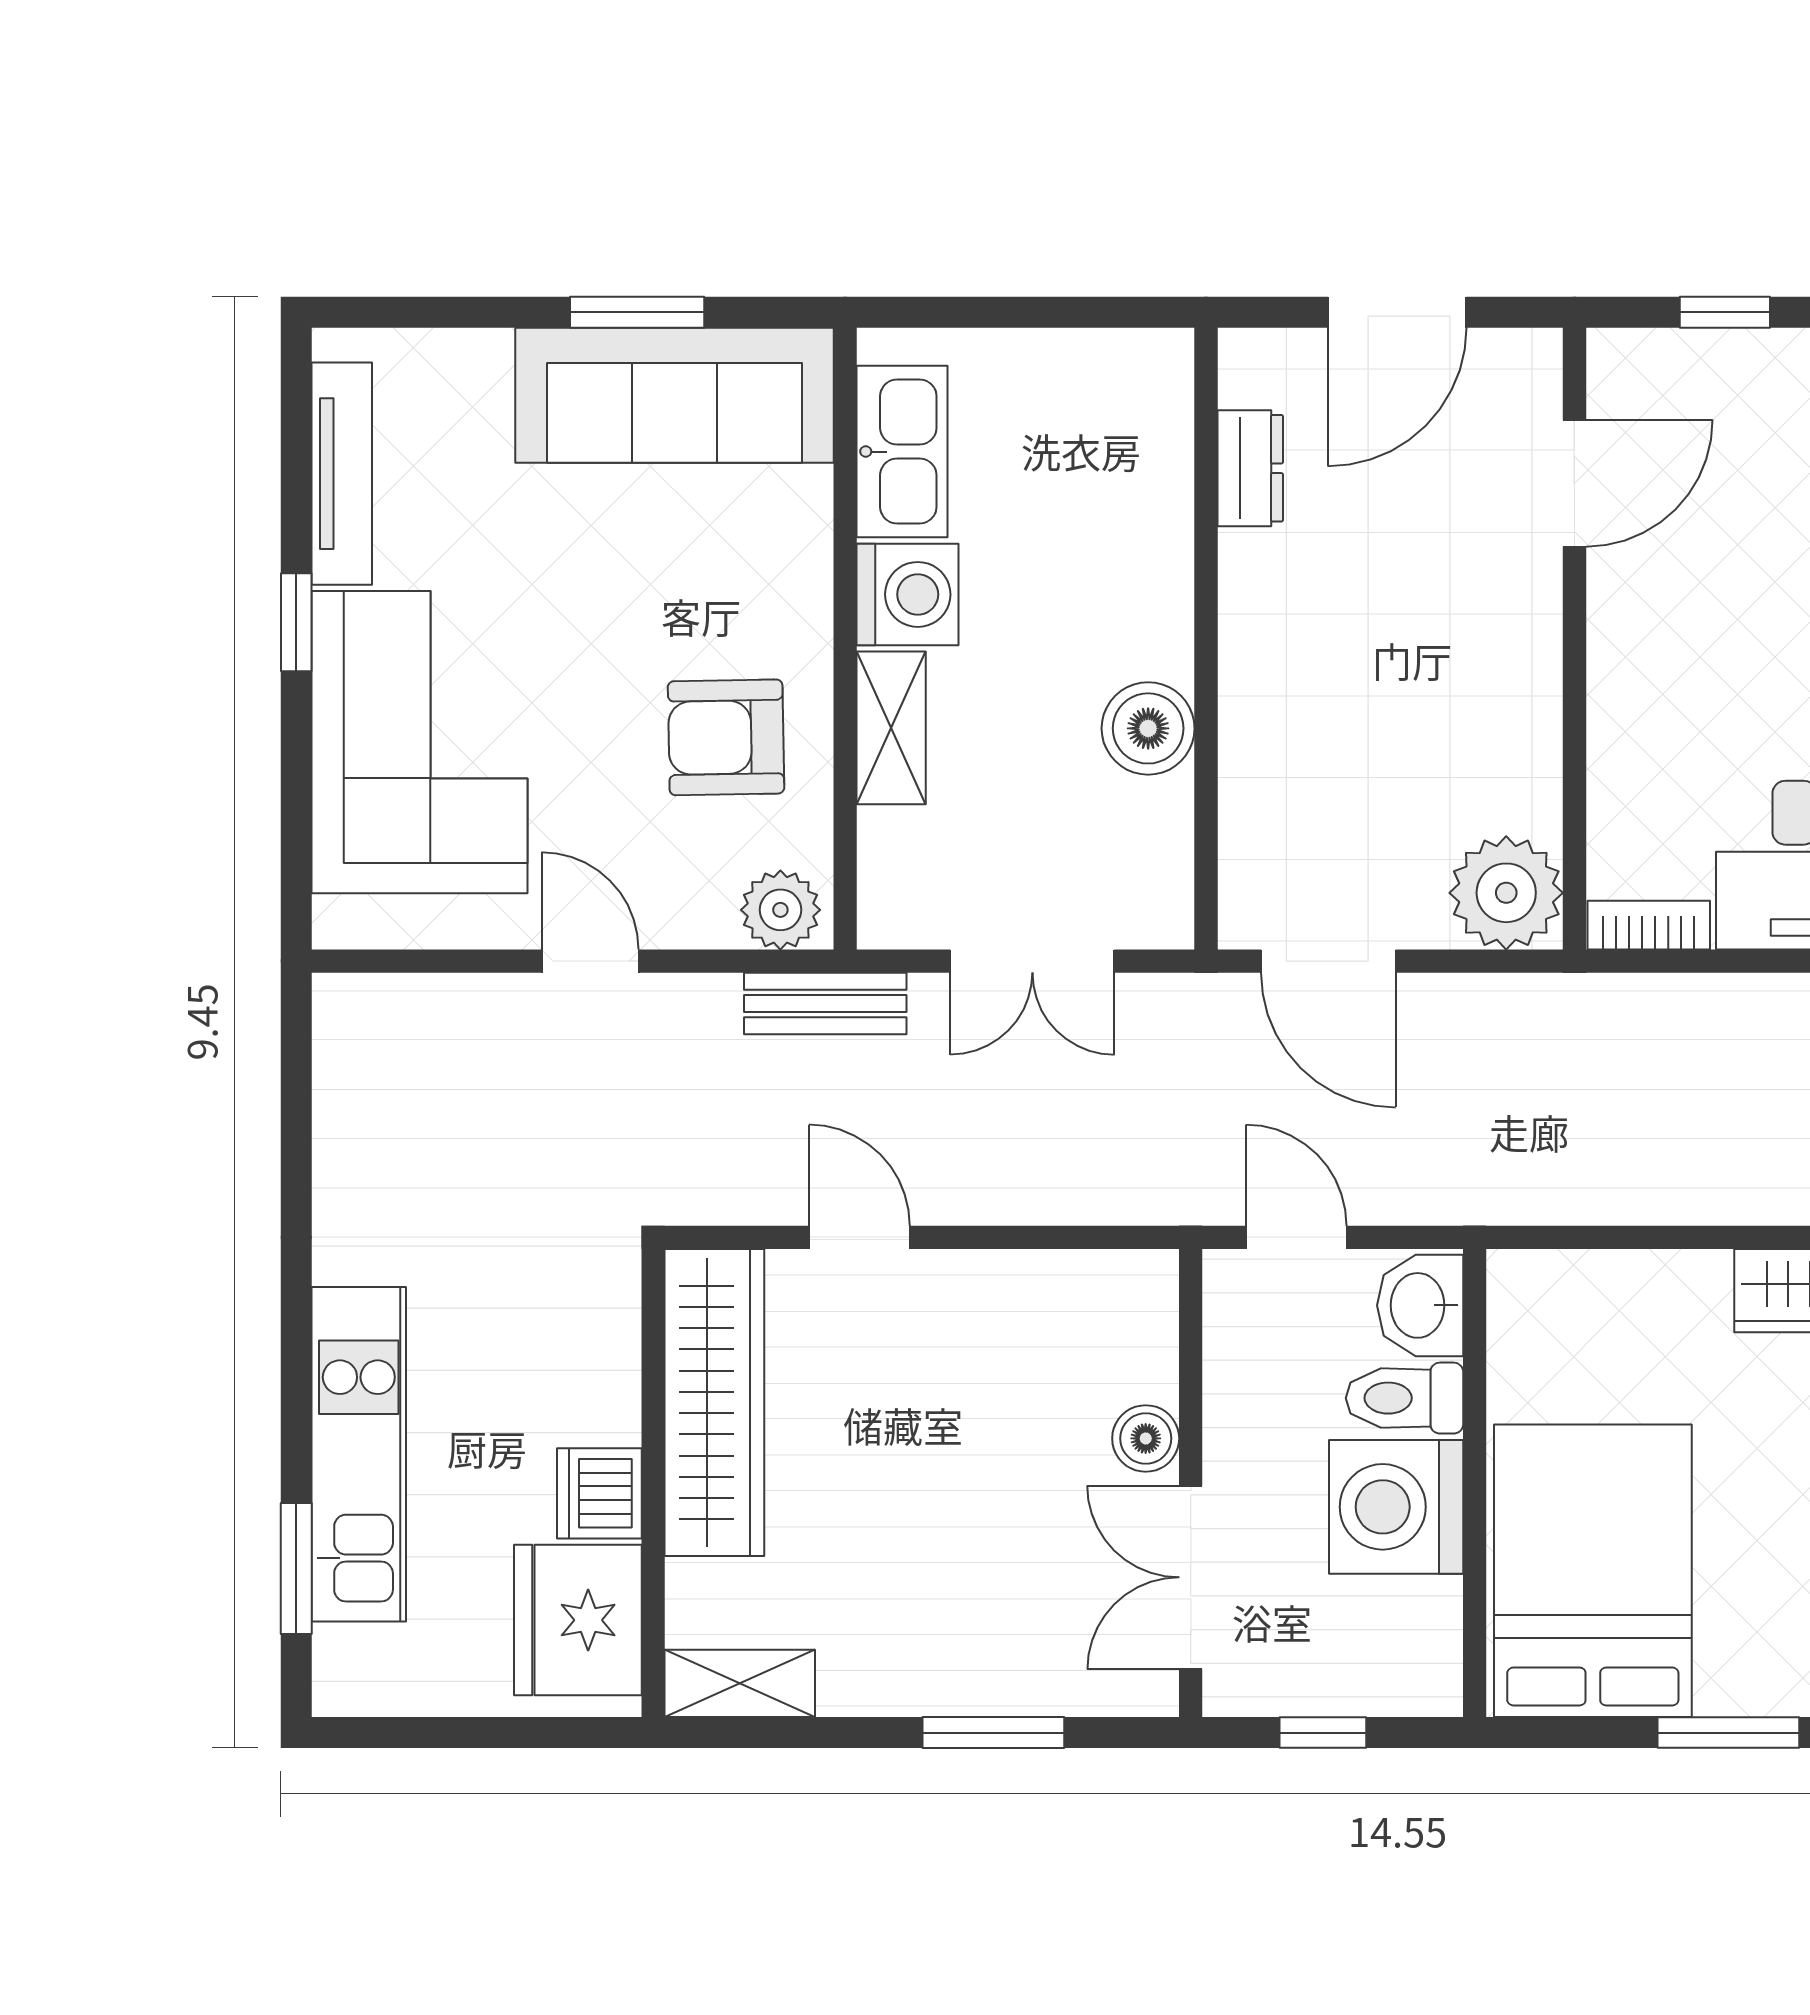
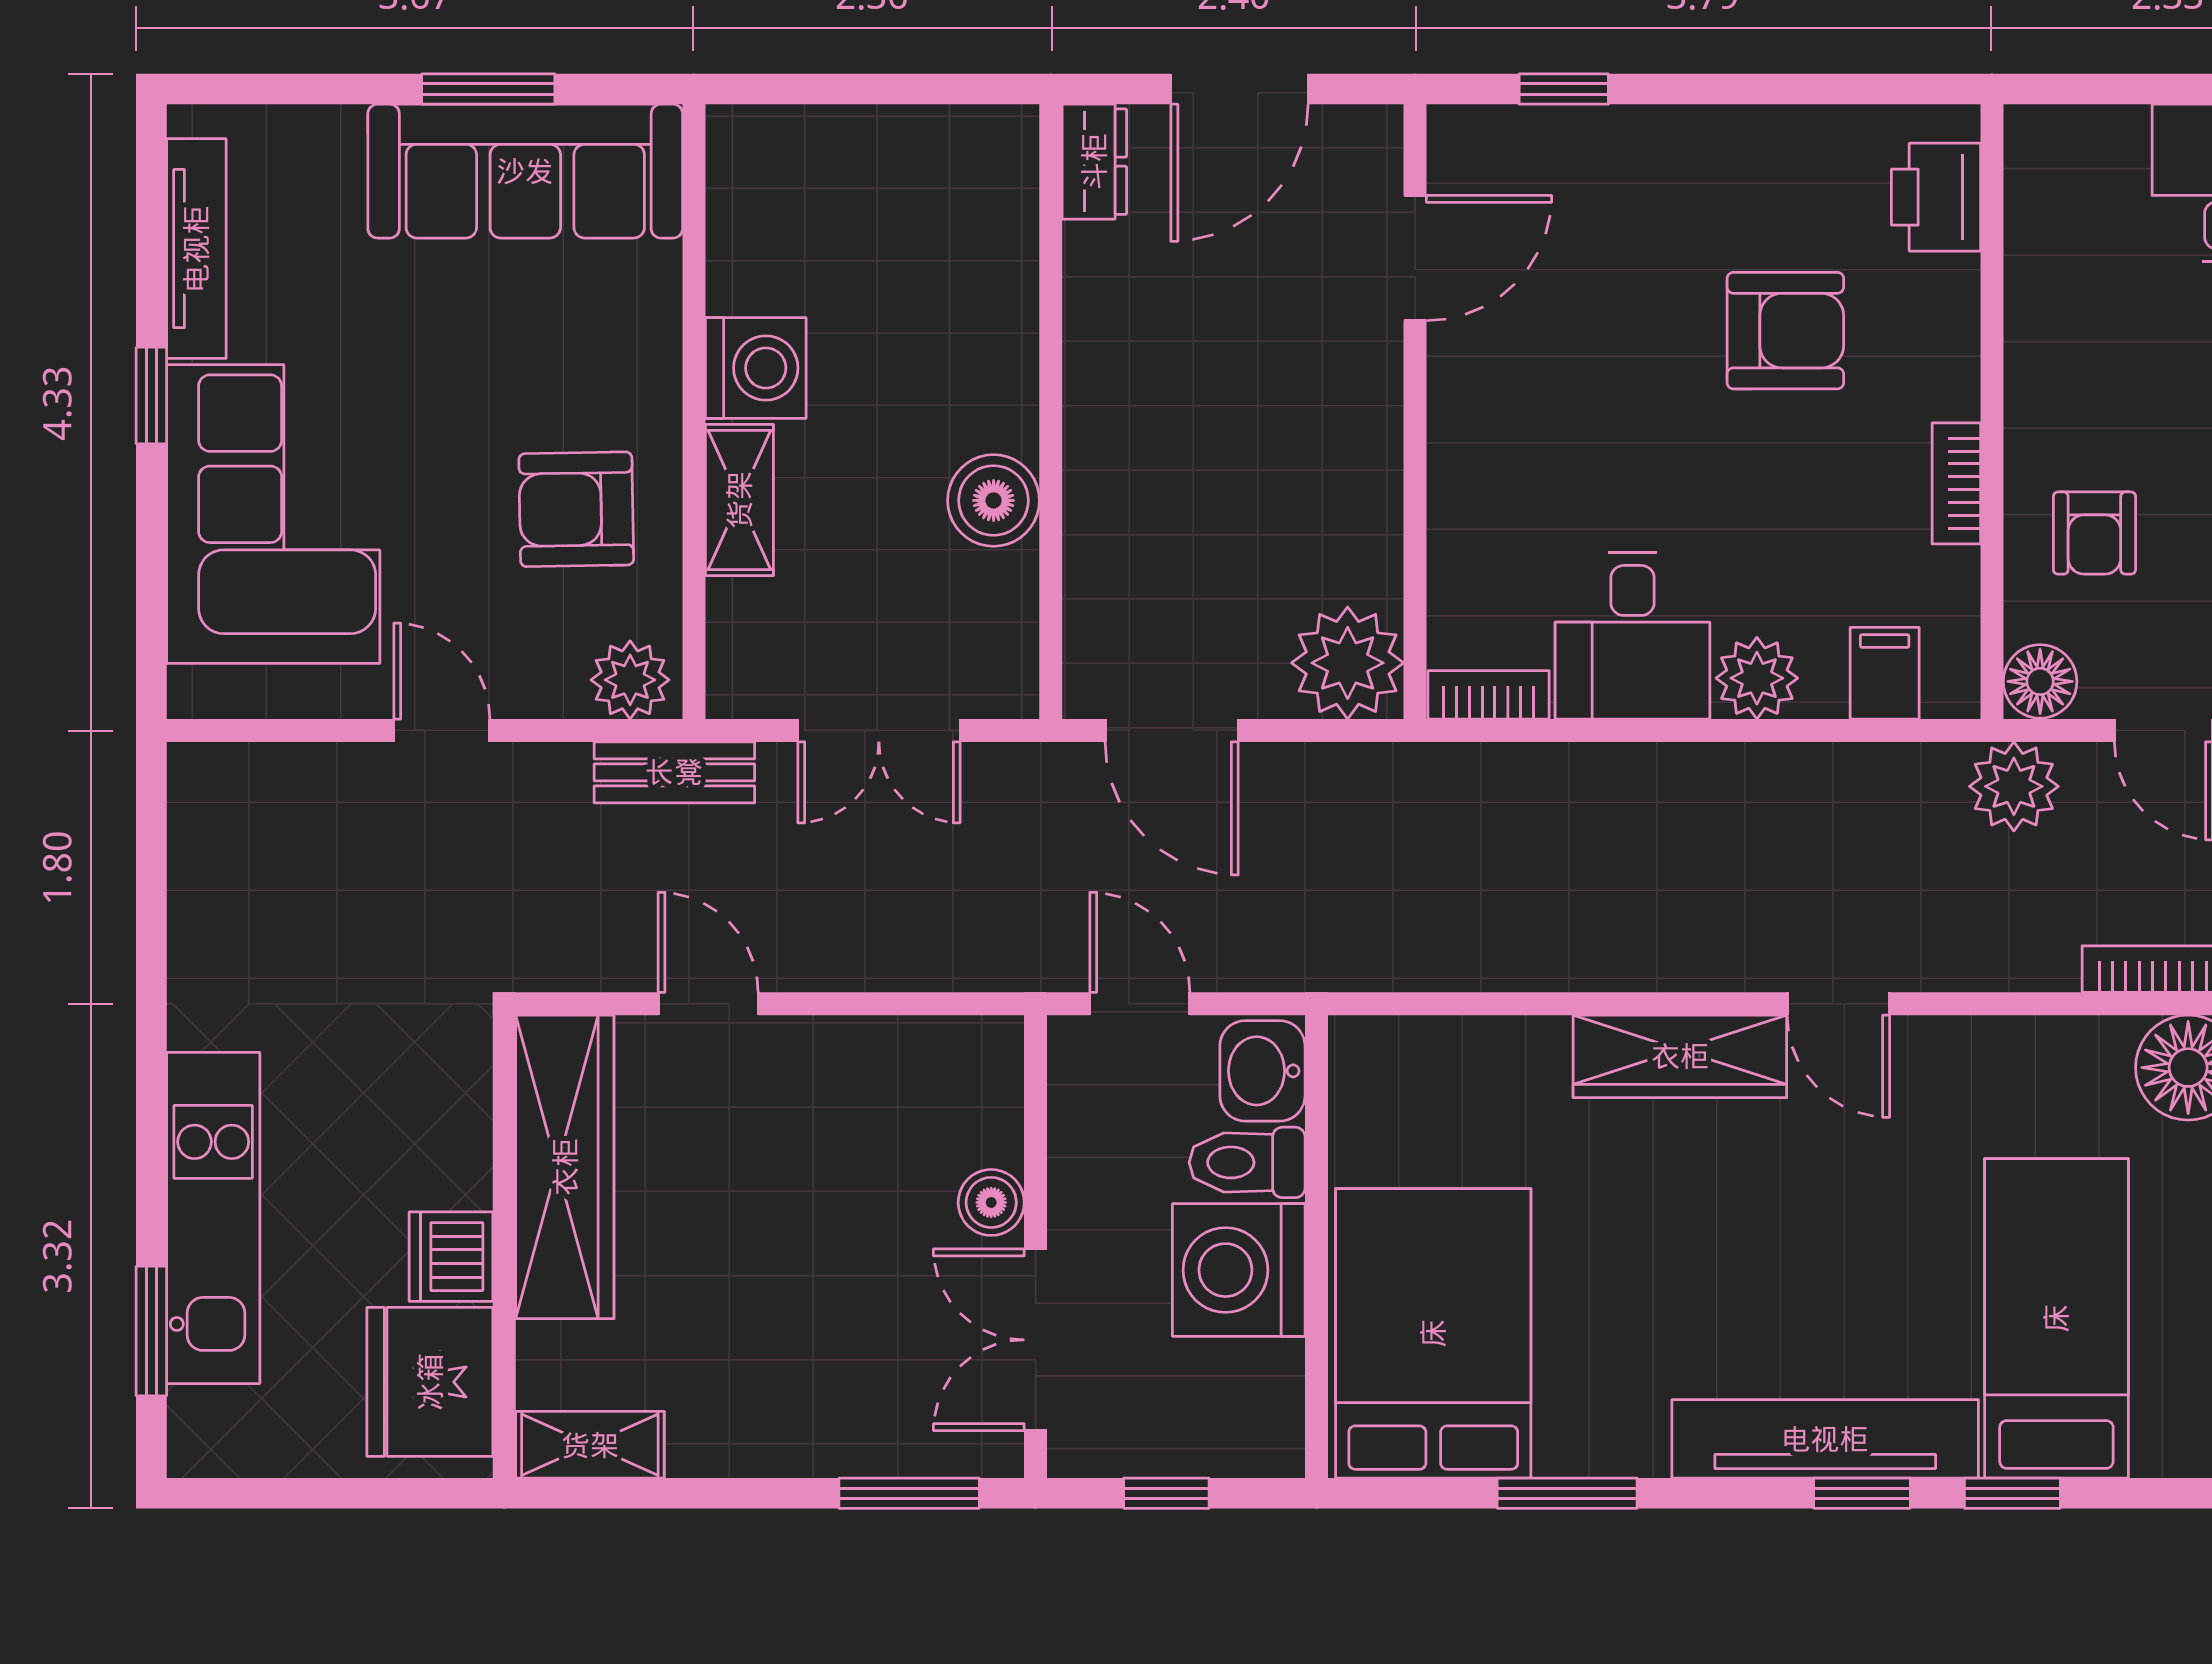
kitchen sink: (902, 452) -> (750, 227), removed
dresser: (1250, 468) -> (1094, 162), moved
window: (993, 1733) -> (909, 1493), moved

